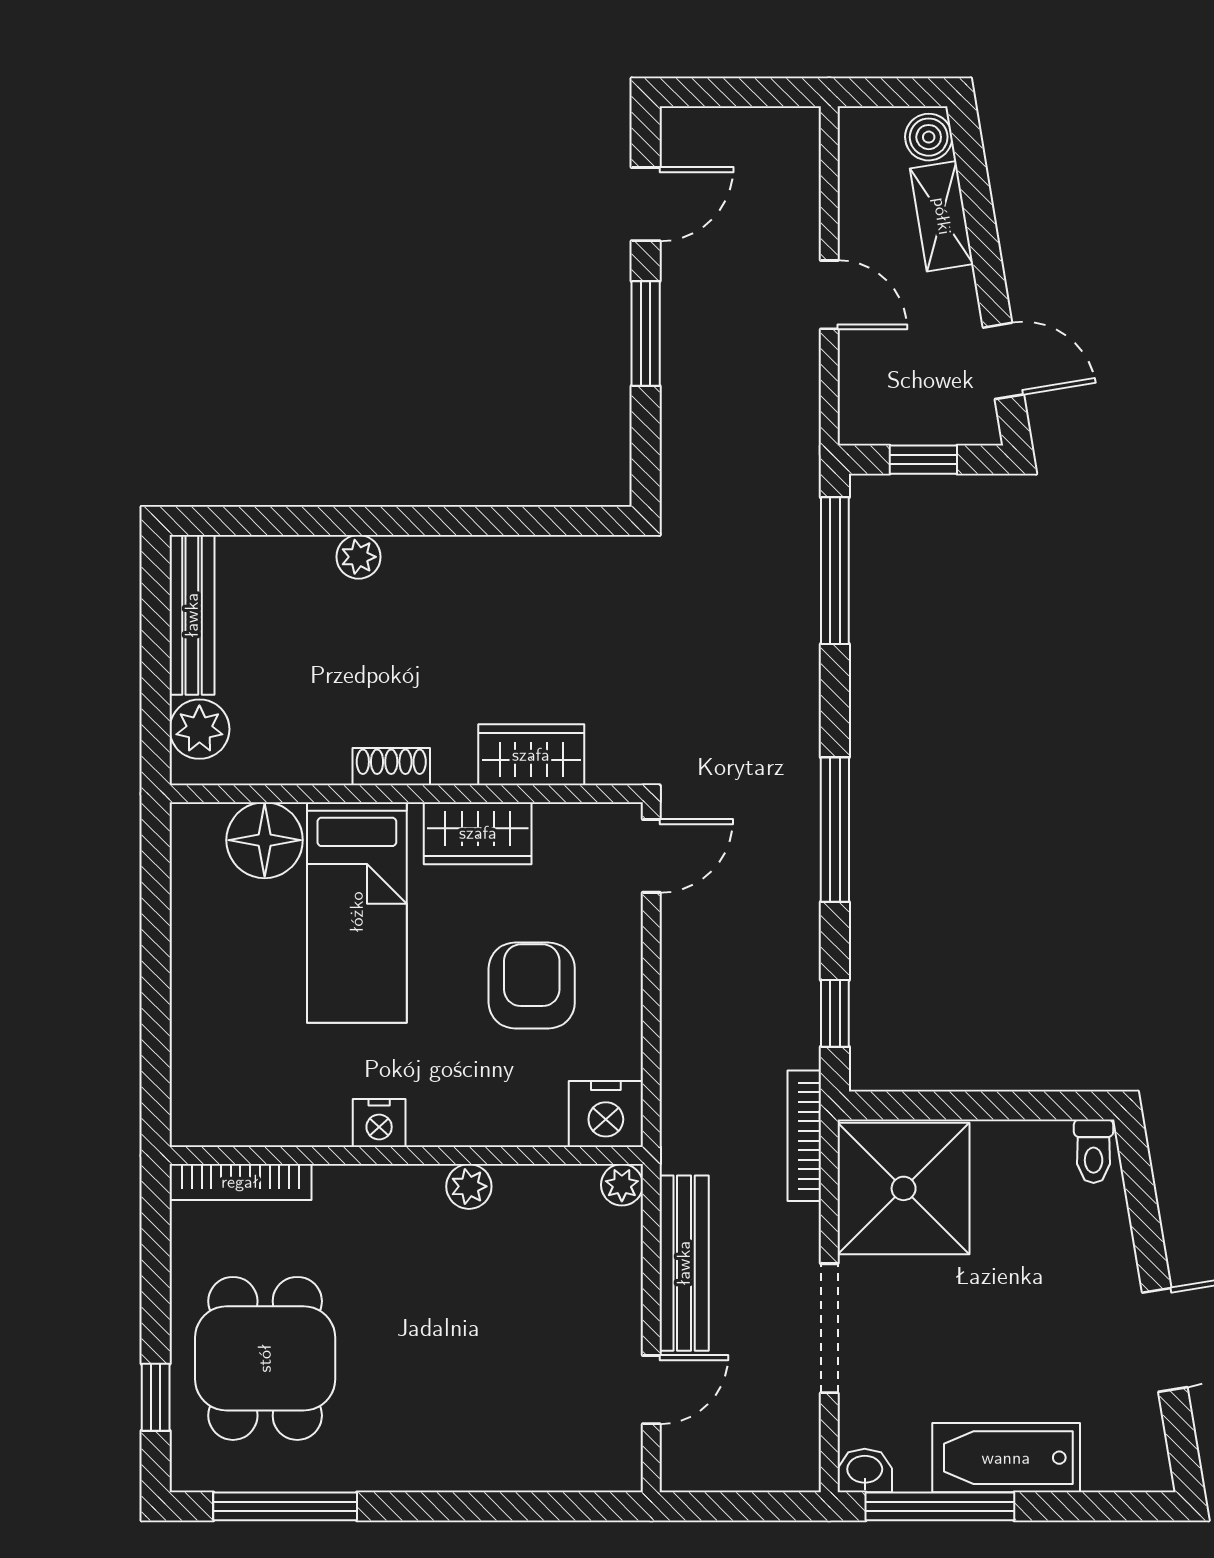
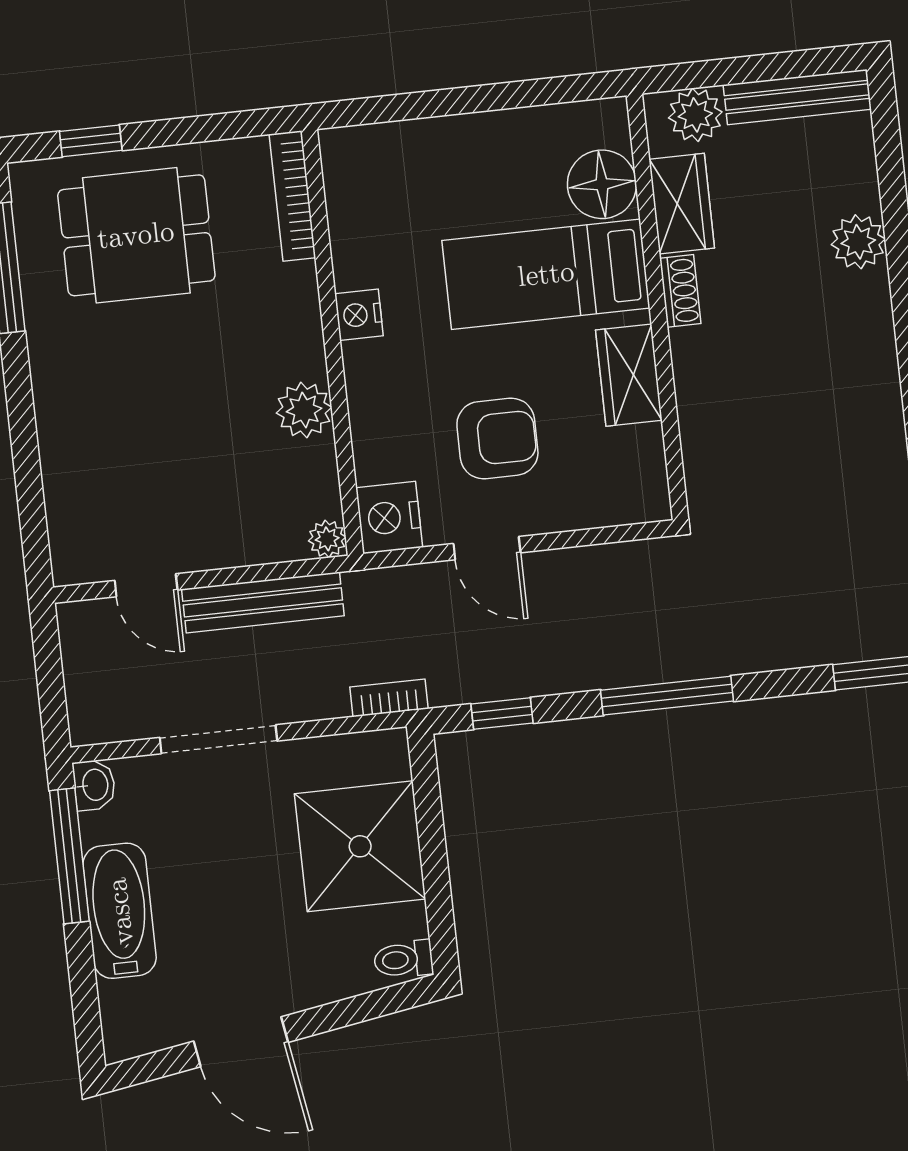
plant: (359, 557) -> (858, 242), width x1.38, depth x1.38
wardrobe: (531, 755) -> (682, 204), moved
door: (651, 856) -> (487, 548), moved
bookcase: (804, 1136) -> (389, 698), width x0.64
plant: (469, 1186) -> (304, 410), width x1.38, depth x1.38
shower: (904, 1188) -> (360, 846), moved

